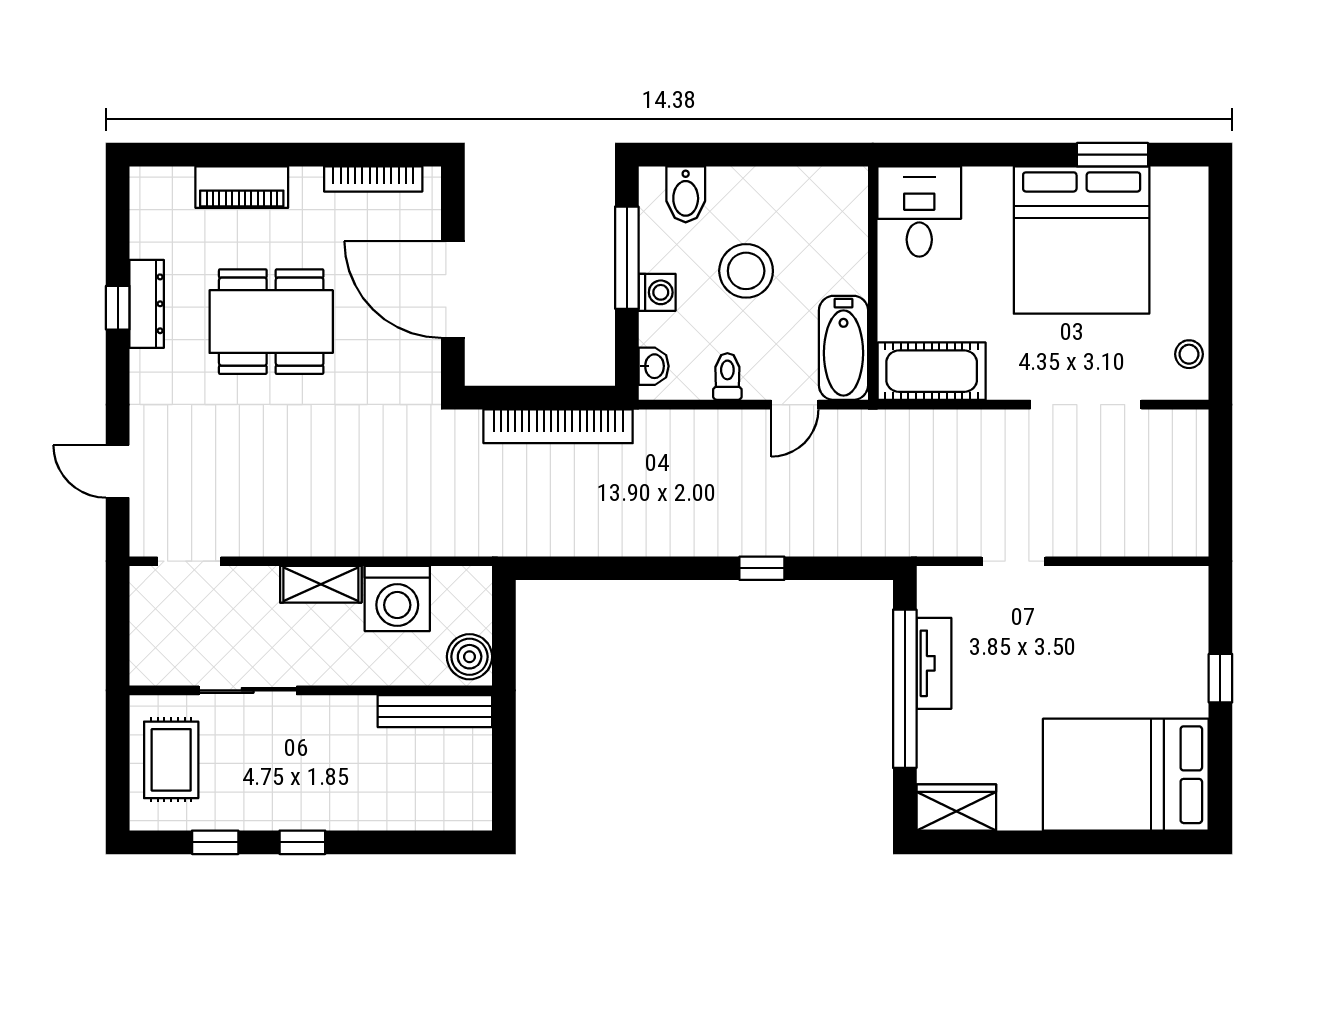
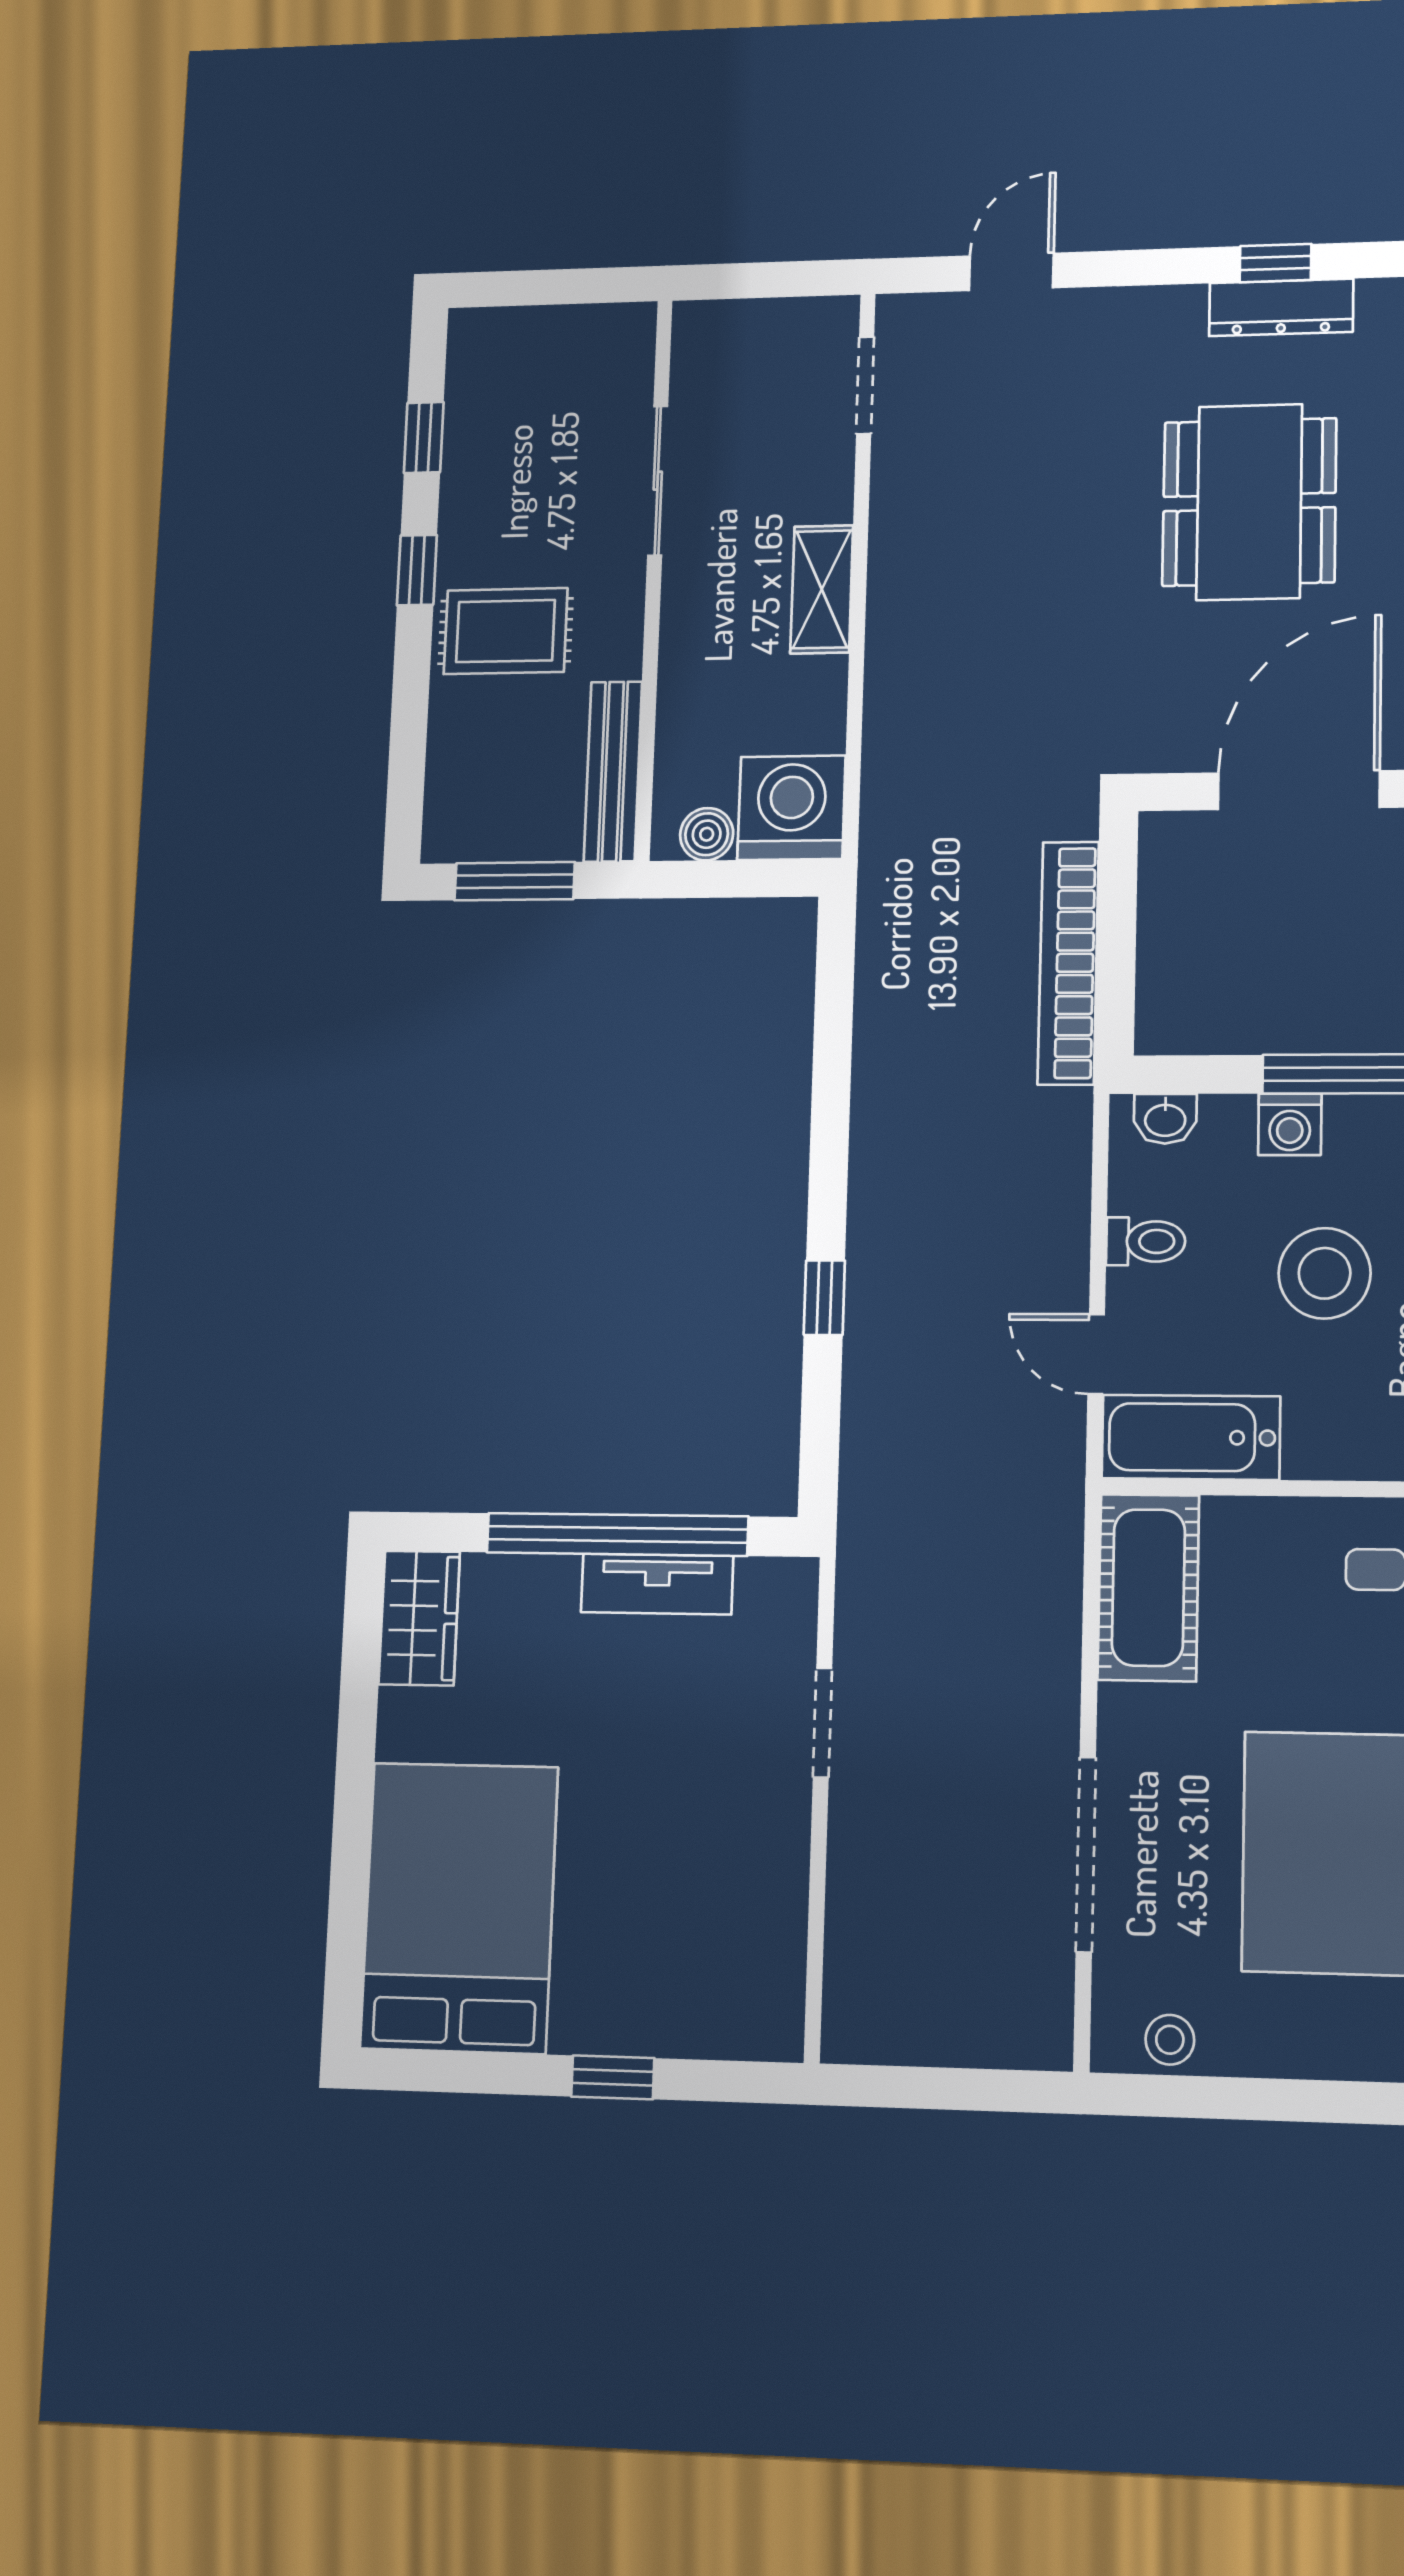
washing machine: (397, 598) -> (791, 808), moved, turned 90
boiler: (470, 657) -> (707, 834), width x0.73, depth x0.73
rug: (171, 760) -> (506, 631), moved
window: (504, 770) -> (515, 881), added

